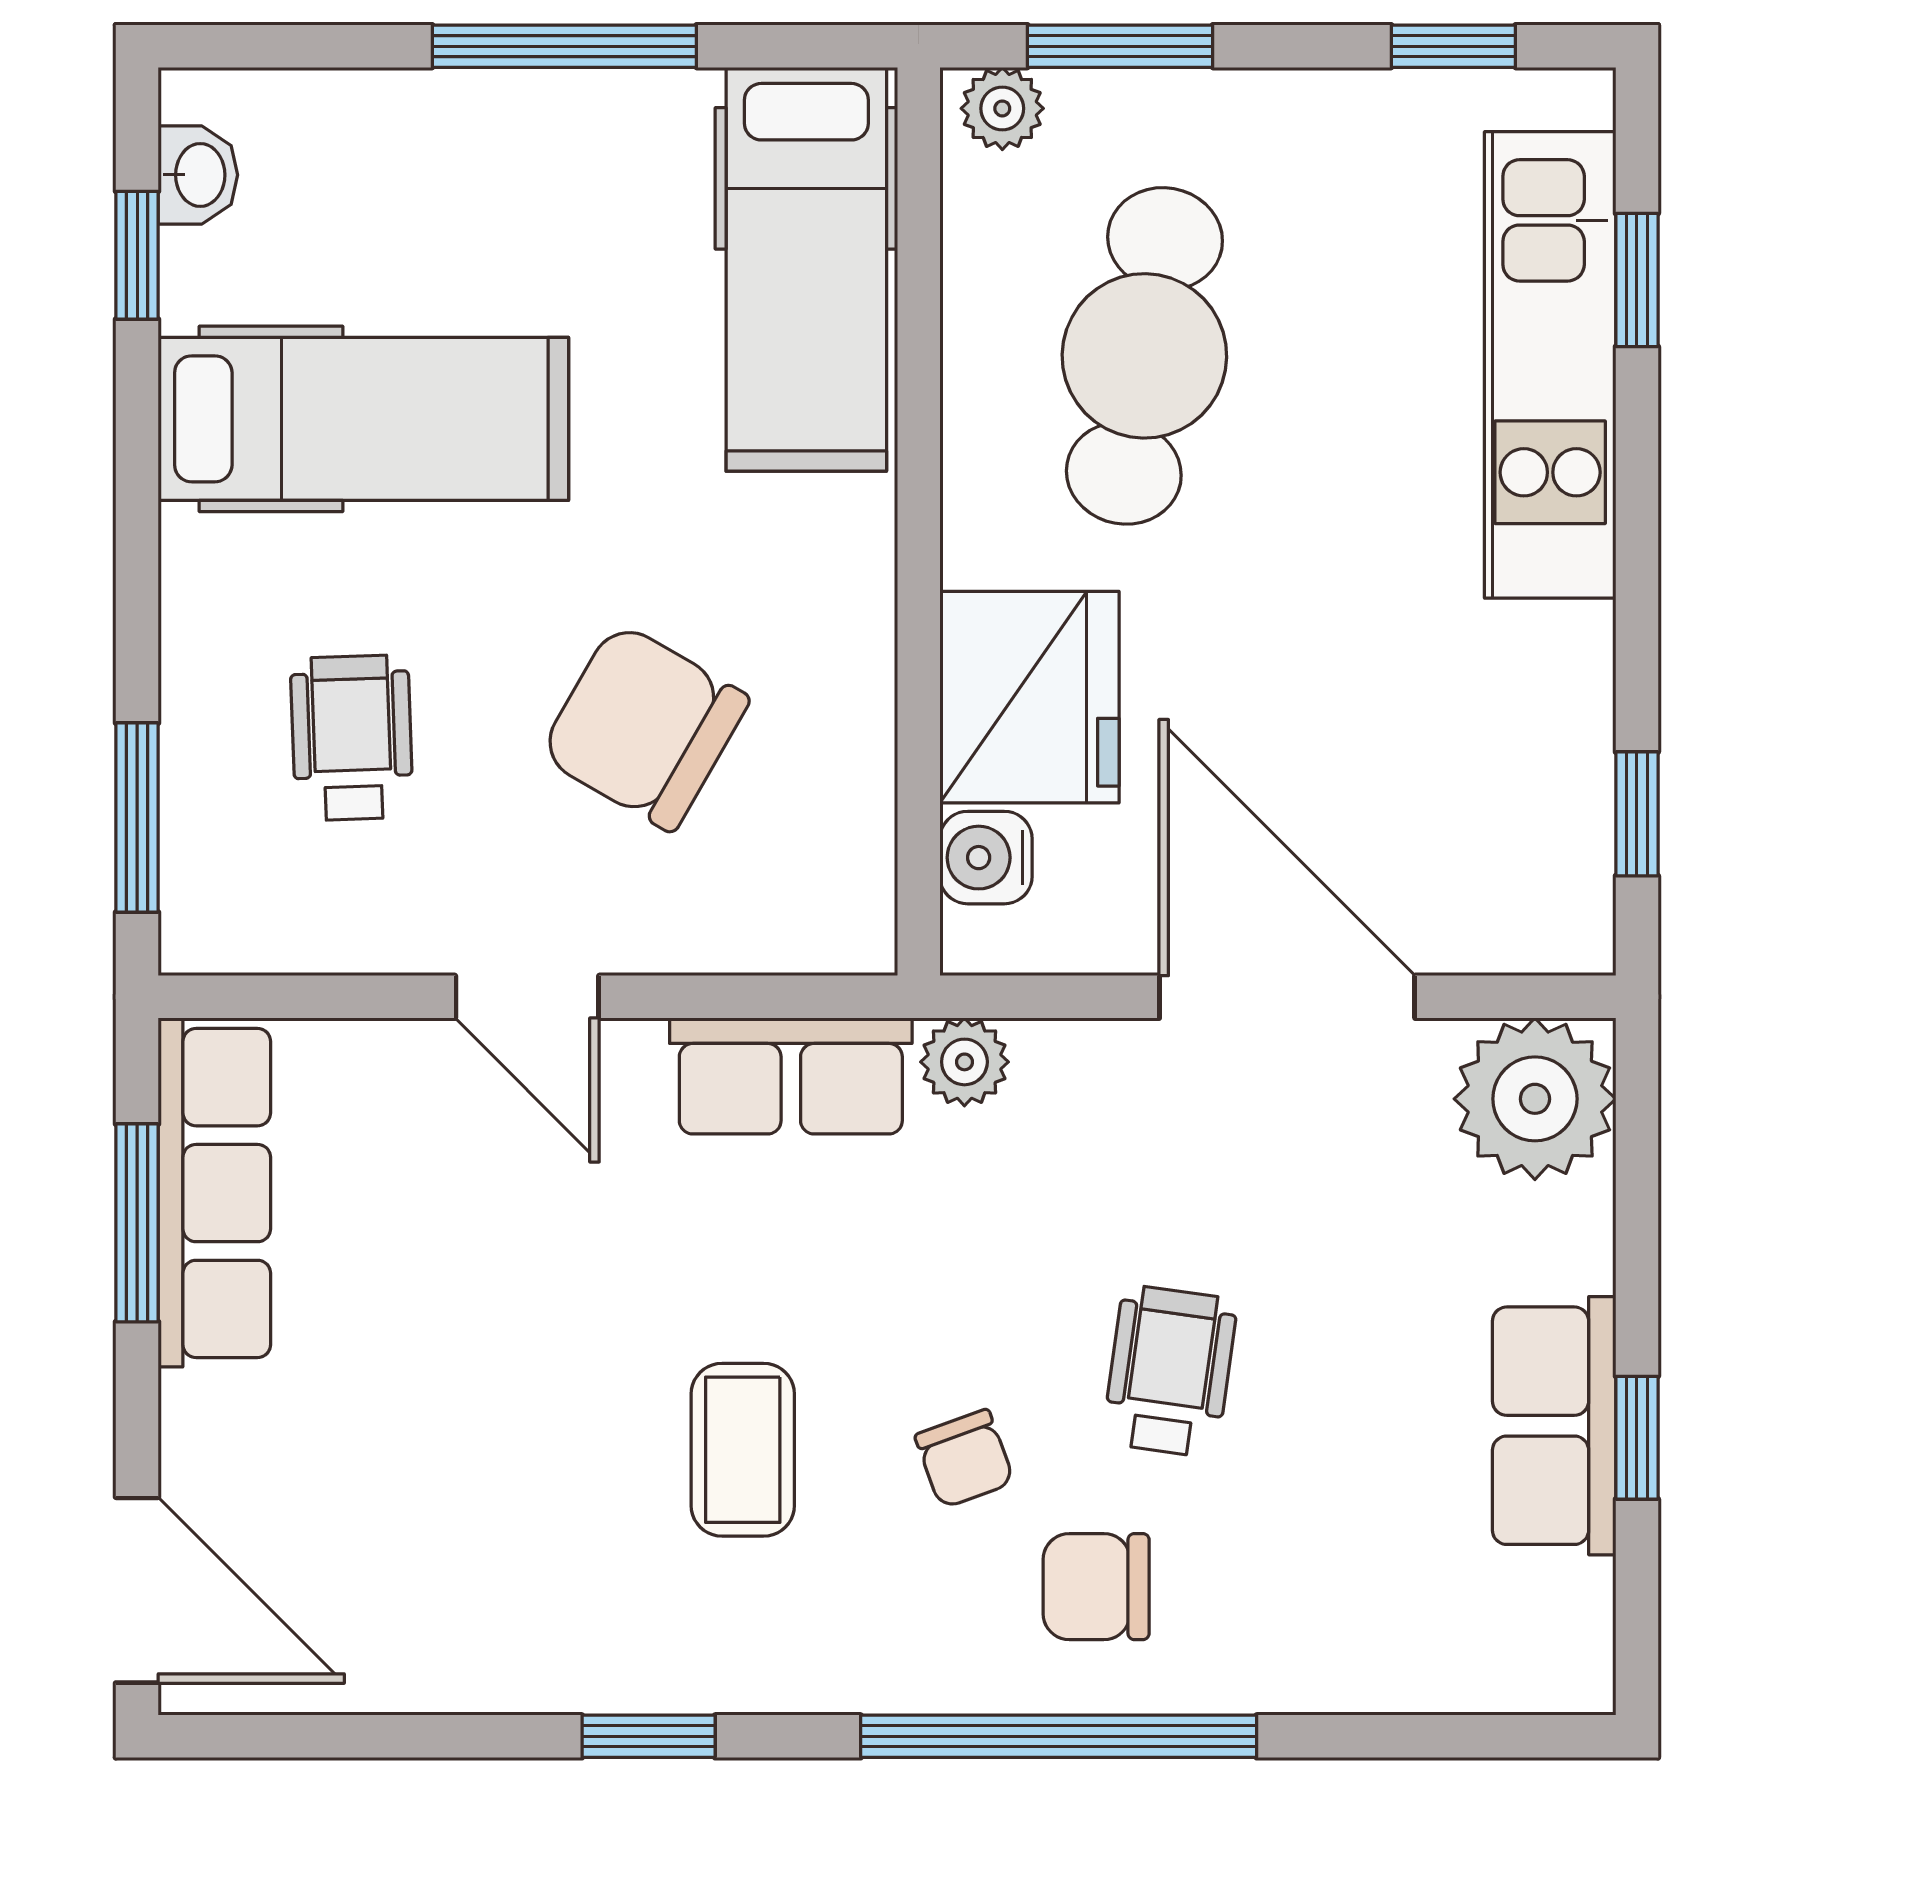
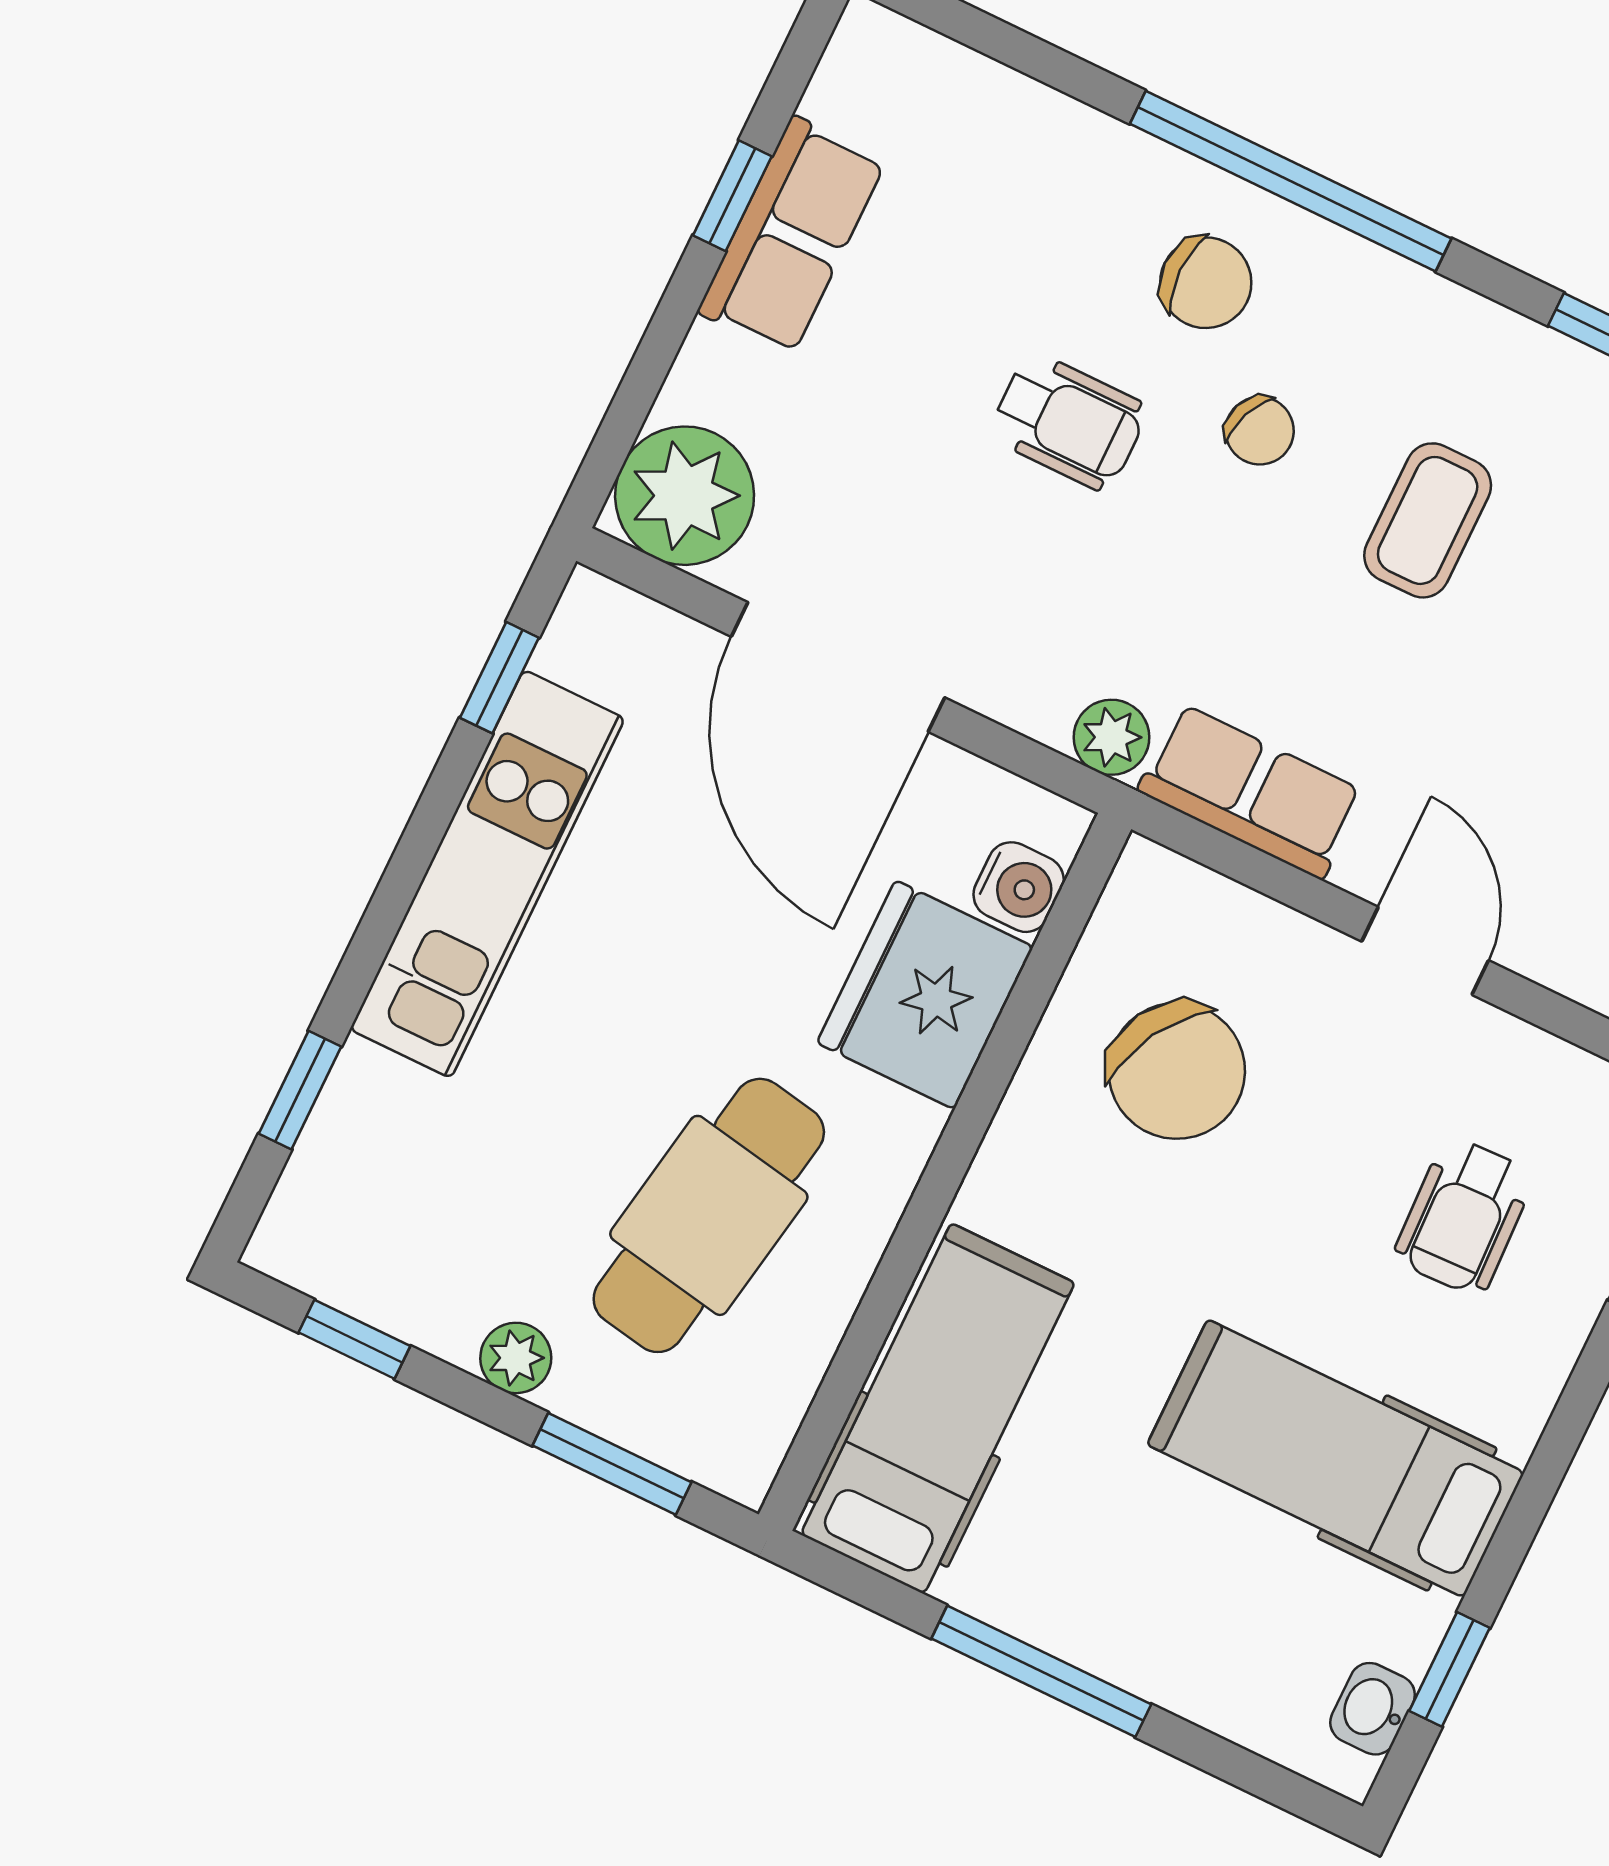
plant: (1002, 108) -> (516, 1358), moved
kitchen unit: (1550, 365) -> (487, 874), moved
chair: (644, 727) -> (1177, 1071), moved
wheelchair: (1170, 1371) -> (1068, 422), turned -98
chair: (964, 1459) -> (1260, 431), turned 132

